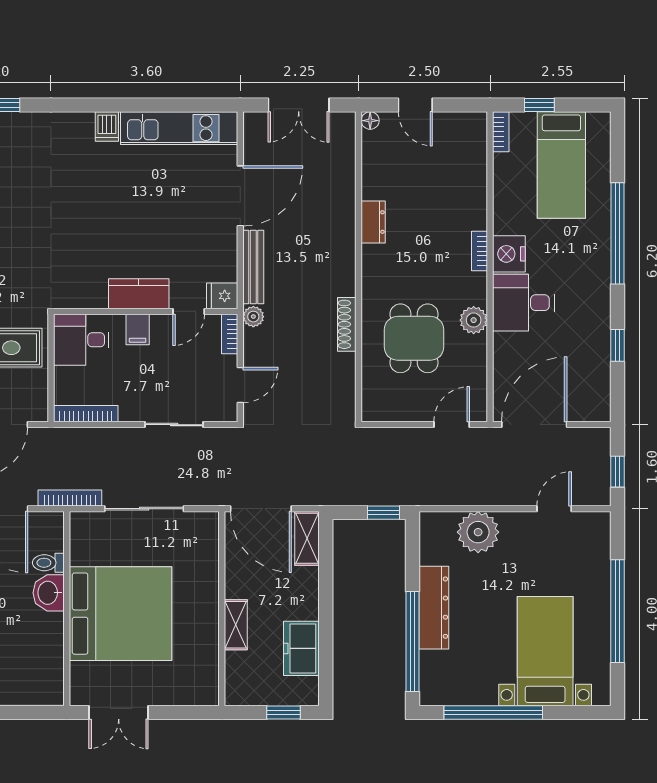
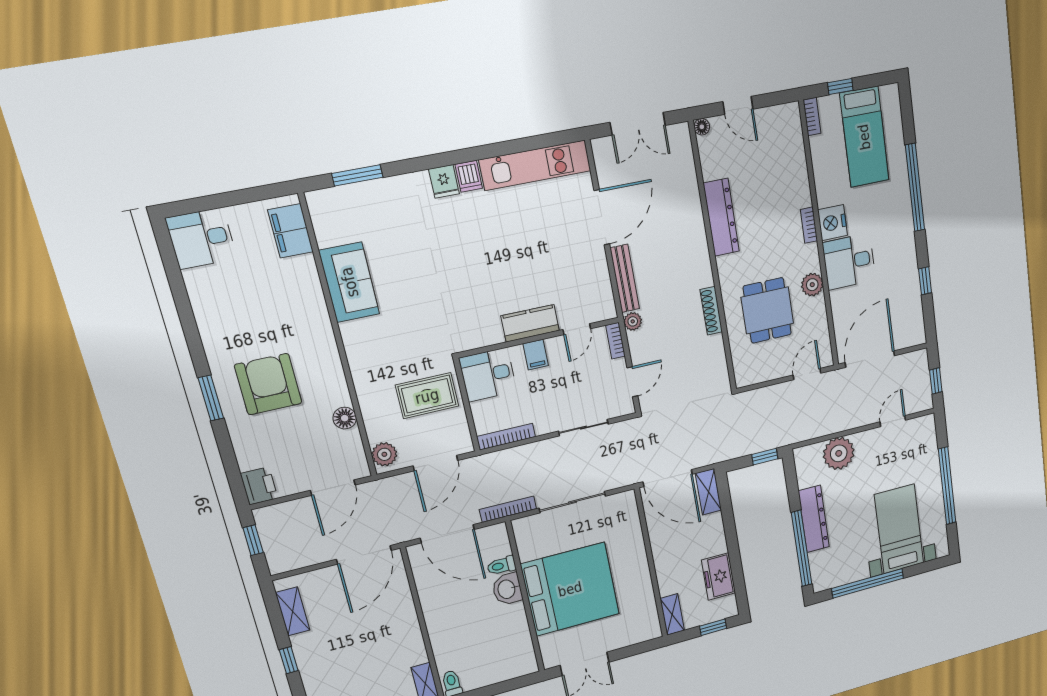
dresser: (373, 222) -> (721, 217), width x1.96, depth x1.24
fridge: (222, 296) -> (444, 181), moved, turned -90
shelving: (236, 625) -> (672, 614), moved

